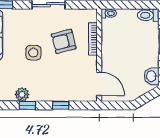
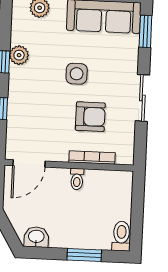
toilet: (109, 13) -> (77, 179), moved
armchair: (64, 41) -> (90, 117), turned 104

